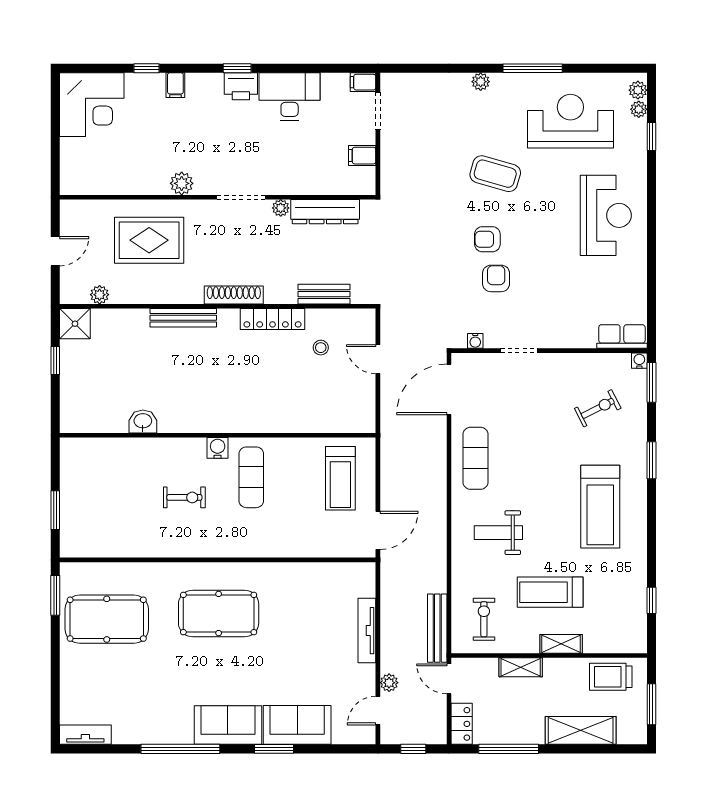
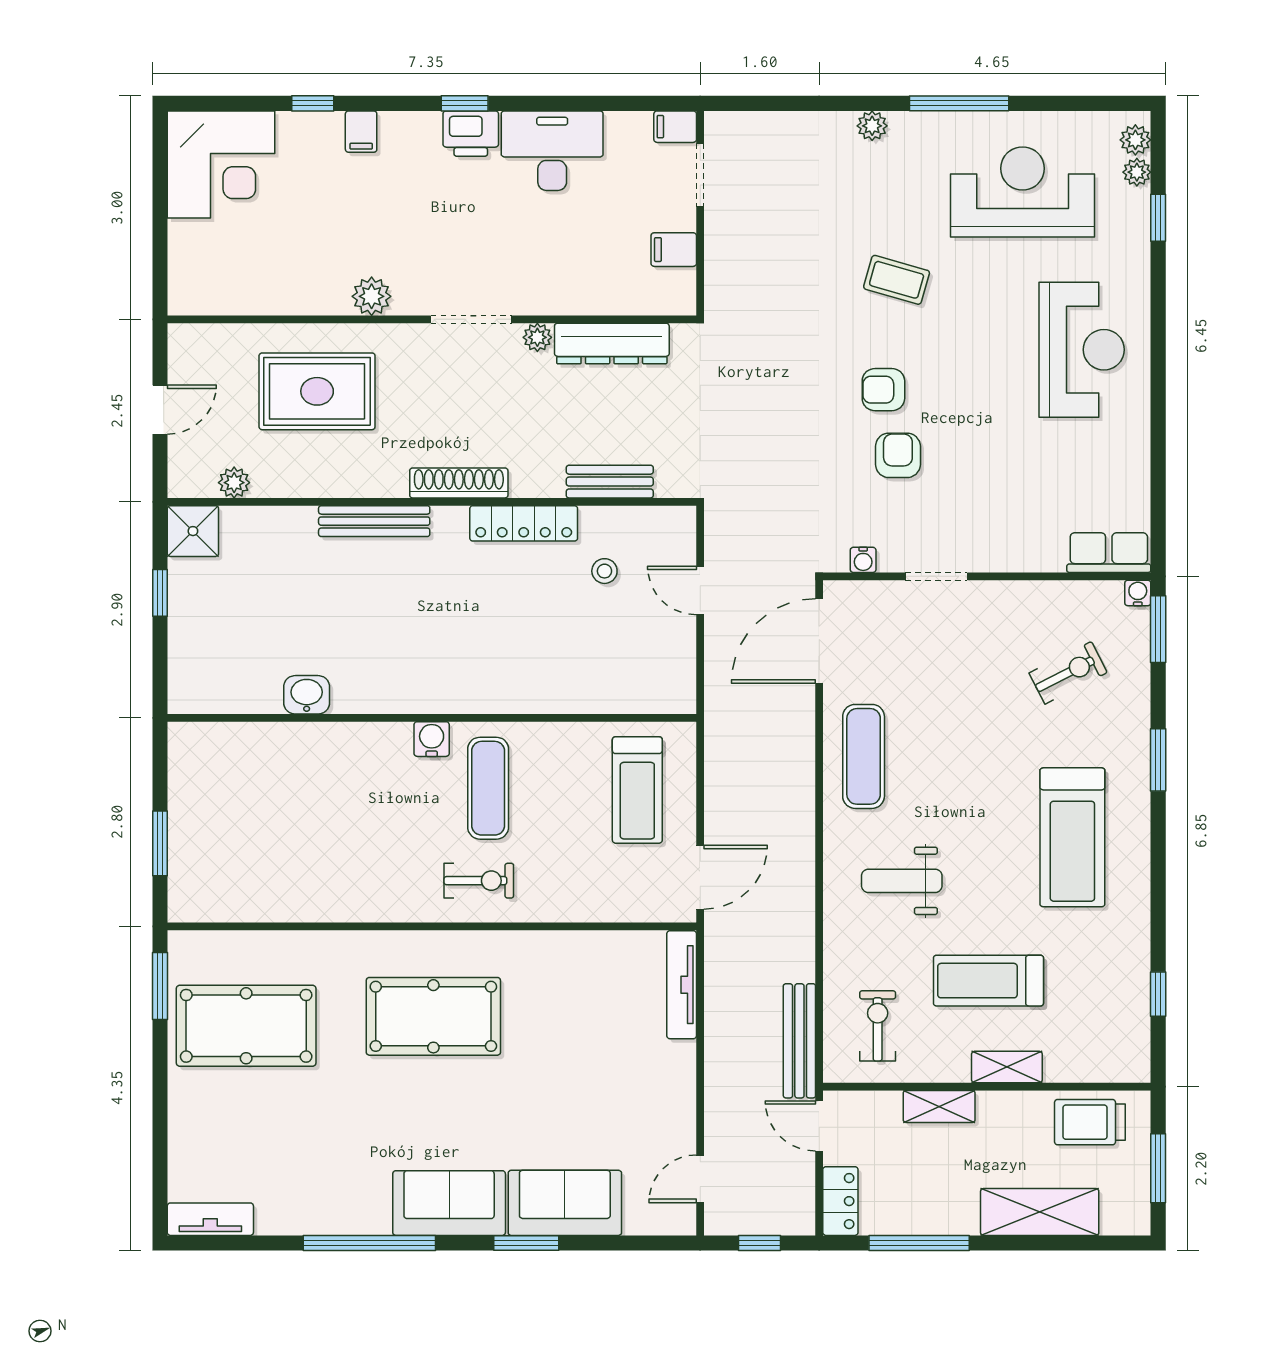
coffee table: (495, 174) -> (897, 280), width x0.73, depth x0.77
exercise bike: (184, 497) -> (479, 881), moved
tv unit: (367, 631) -> (682, 985), moved
plant: (389, 683) -> (719, 1132), removed

